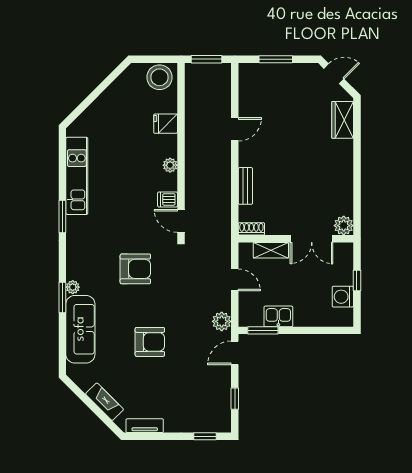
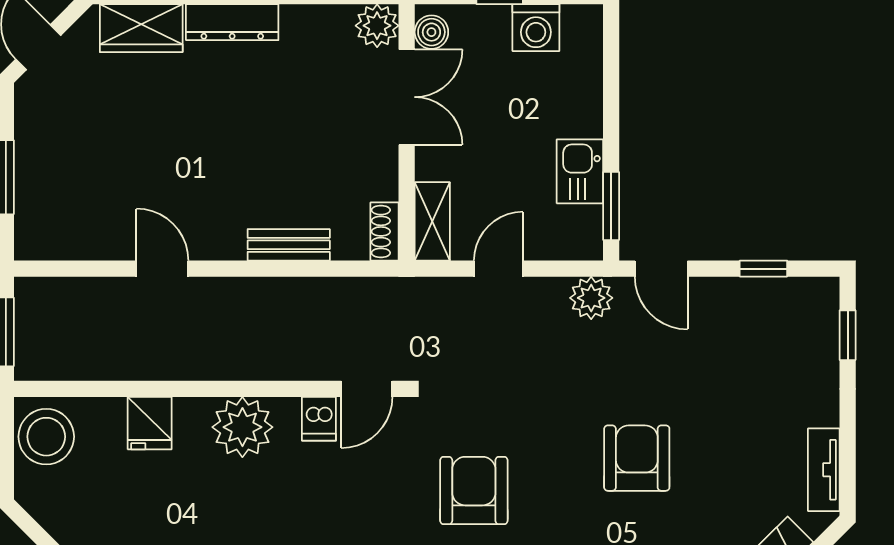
dresser: (345, 161) -> (232, 22), added
plant: (170, 165) -> (242, 427), width x1.87, depth x1.87
shelving: (271, 250) -> (432, 221), moved
boiler: (341, 250) -> (431, 32), added

